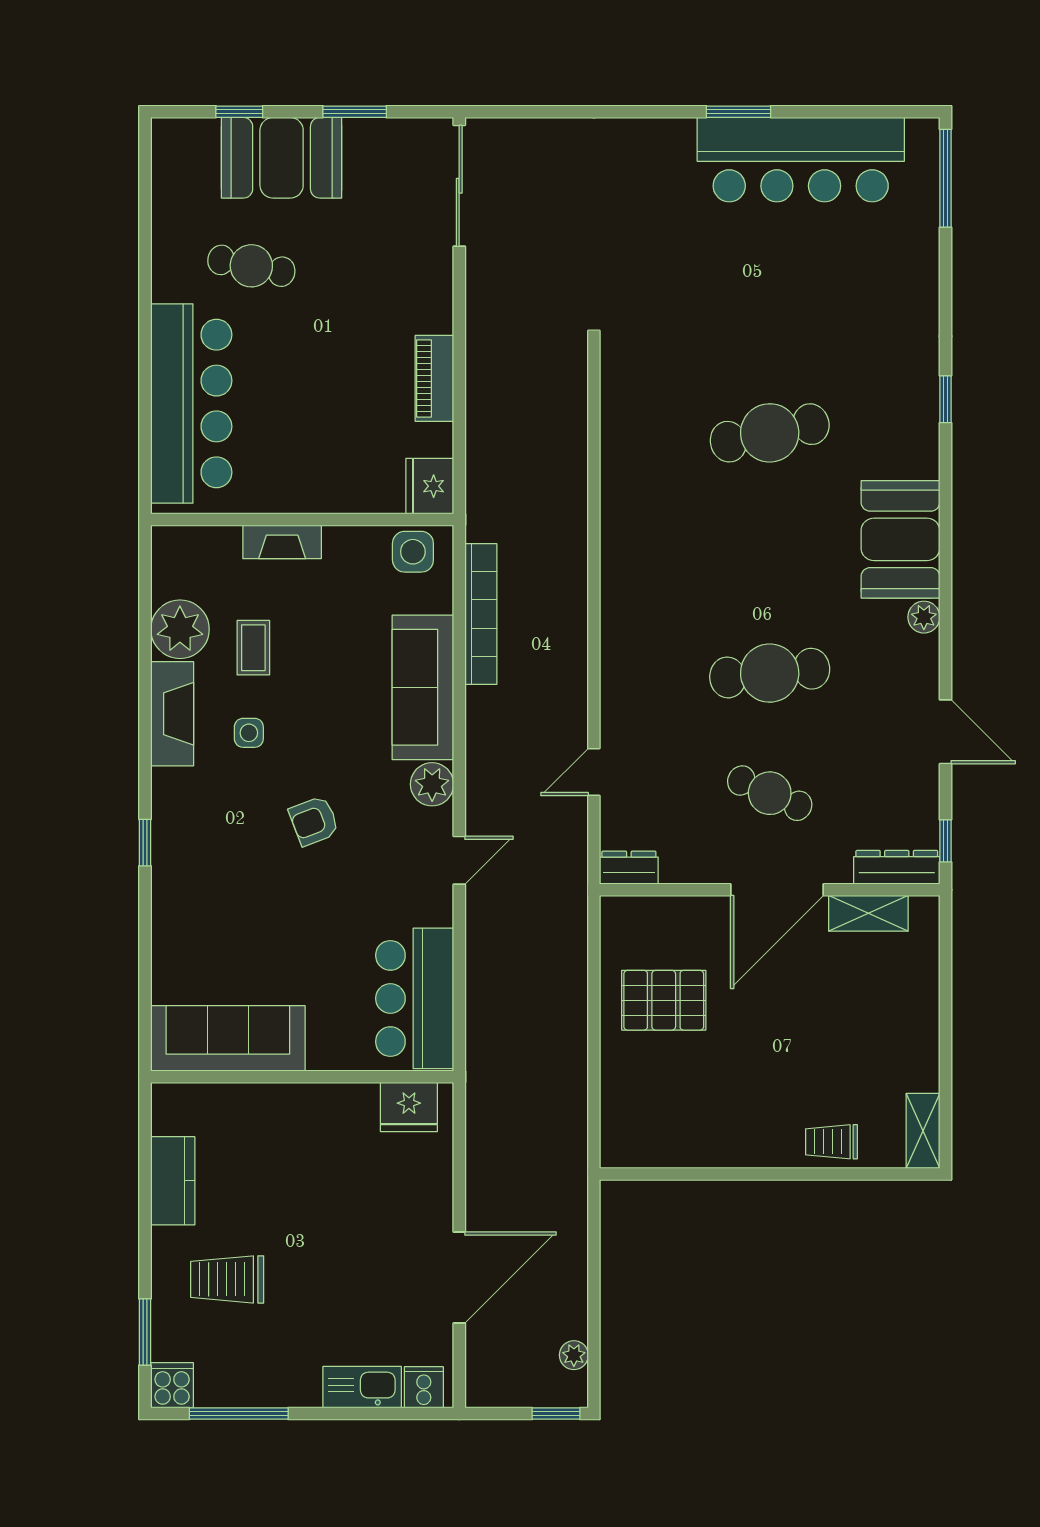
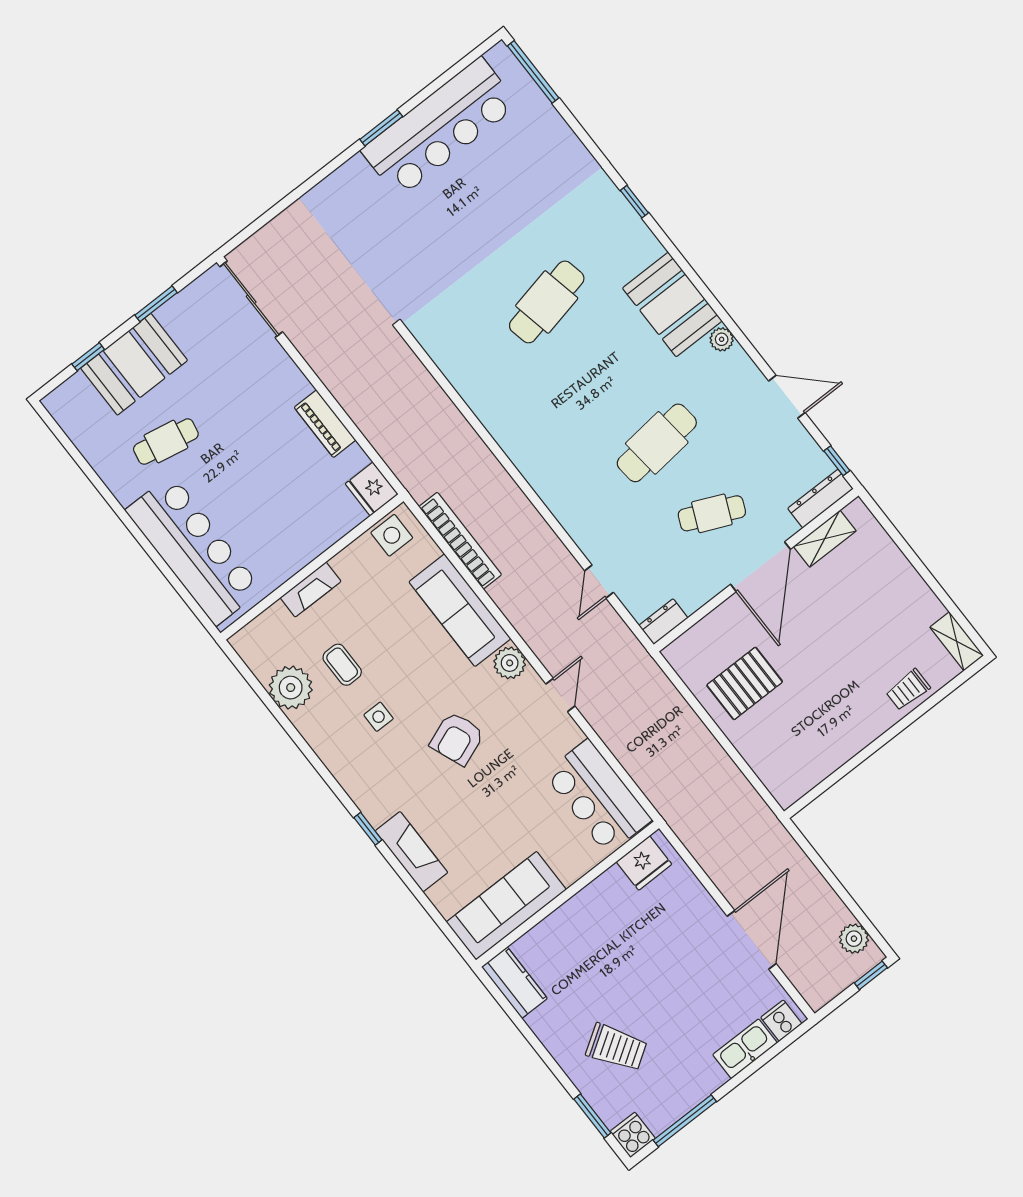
fireplace: (172, 714) -> (412, 852), moved
armchair: (314, 821) -> (457, 739), width x1.38, depth x1.38
kitchen counter: (173, 1181) -> (514, 983), moved
trolley: (227, 1279) -> (616, 1047), turned -123
plant: (574, 1355) -> (854, 939), width x1.38, depth x1.38

